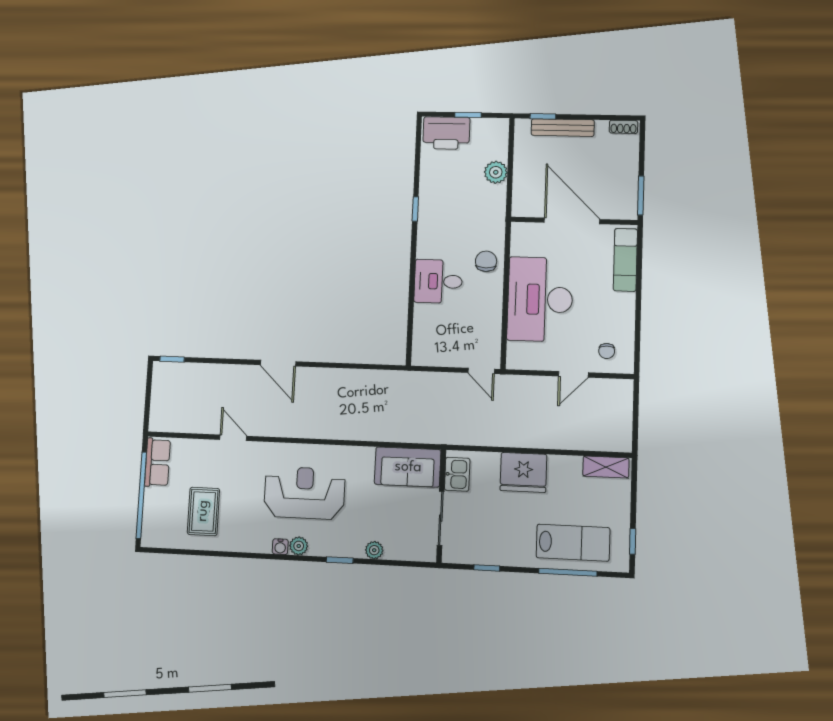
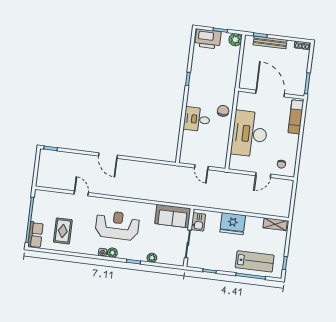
plant: (496, 172) -> (235, 40), moved
door: (481, 371) -> (201, 167), moved
row of seats: (157, 462) -> (35, 235), moved

